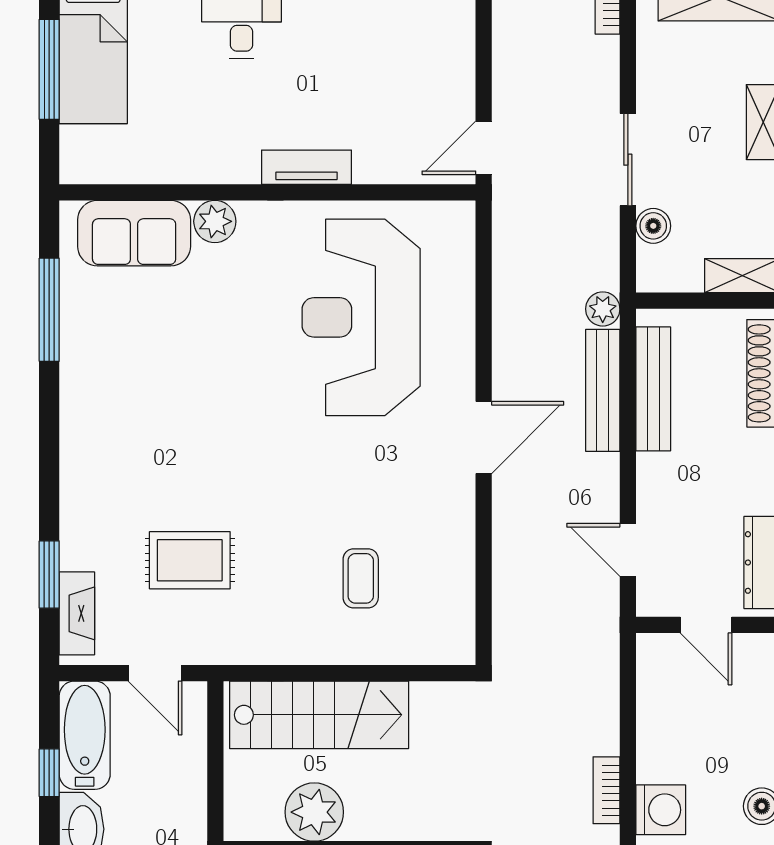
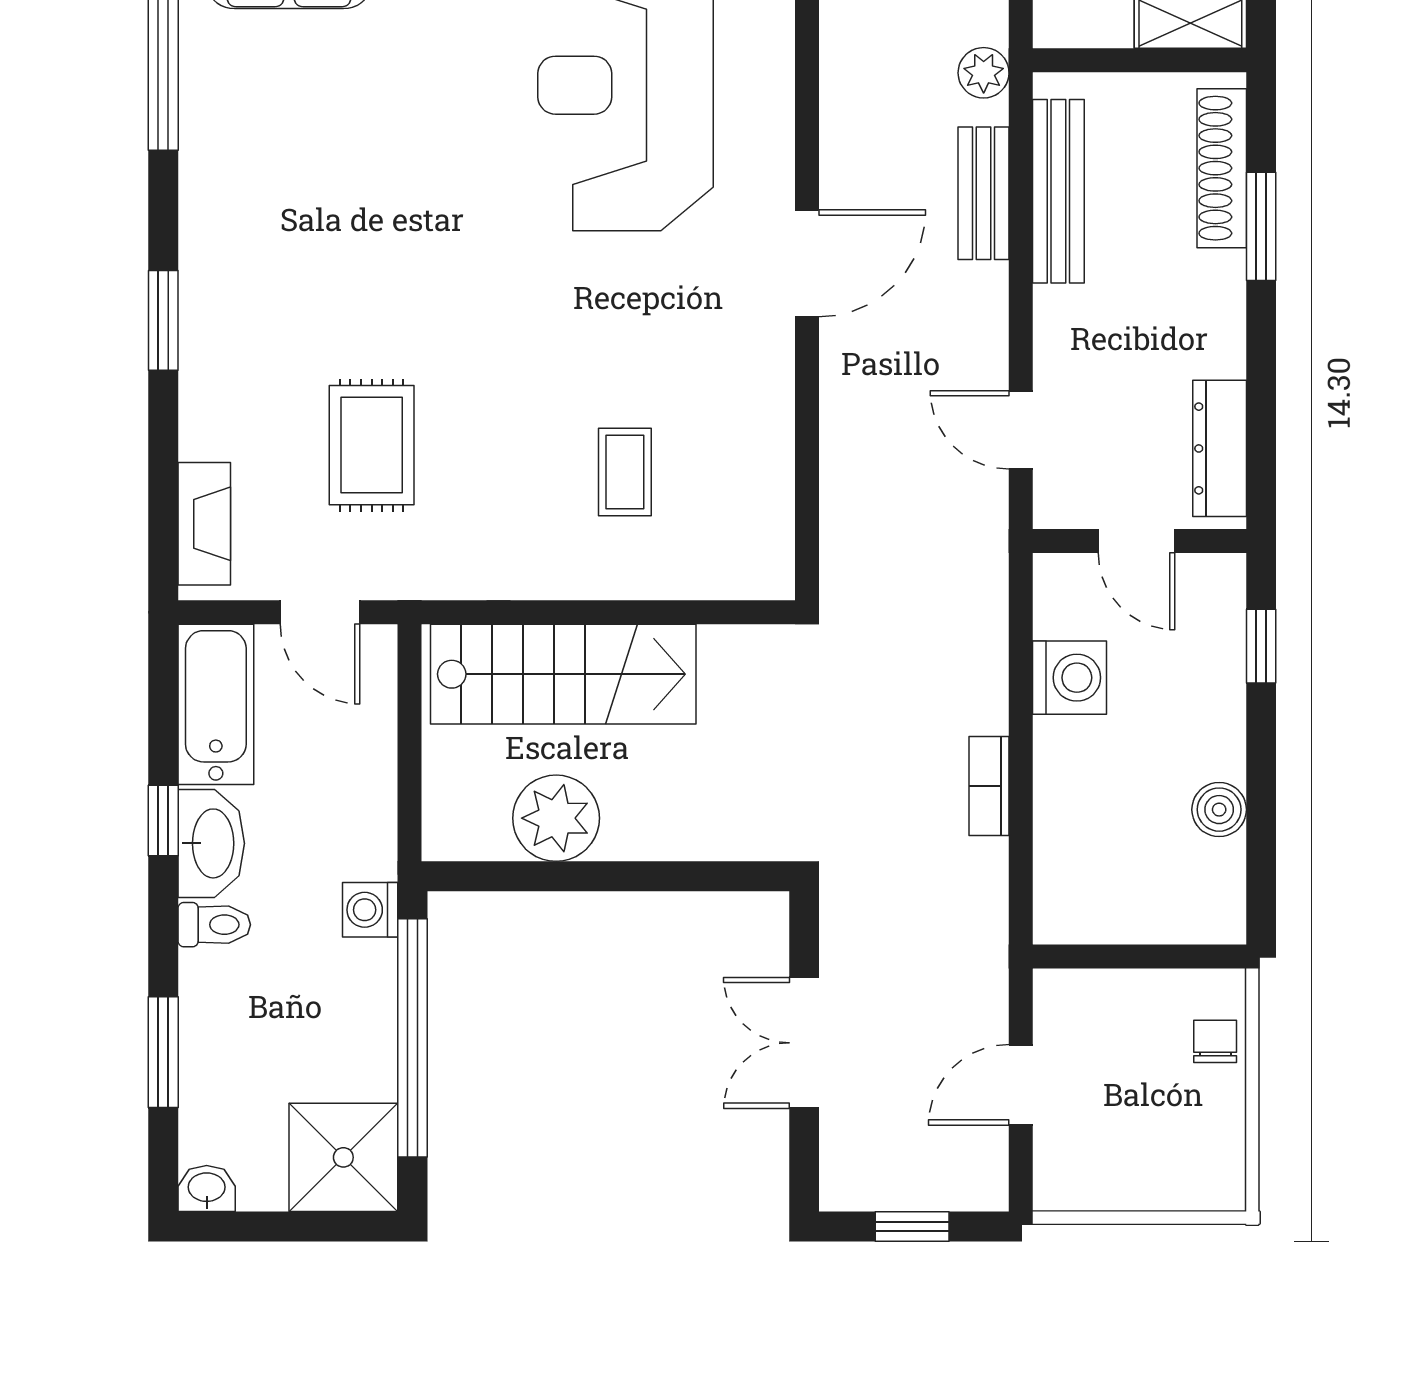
bench: (603, 390) -> (984, 193), width x0.73
rug: (190, 560) -> (372, 445), turned 90
window: (49, 575) -> (163, 320), moved
window: (49, 773) -> (163, 820), moved
washing machine: (661, 810) -> (1069, 678), moved

